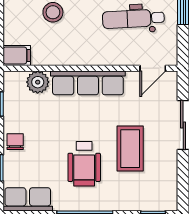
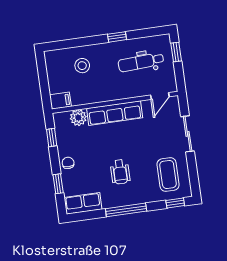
coffee table: (130, 149) -> (168, 174), moved
wheelchair: (84, 164) -> (120, 172), width x0.73, depth x0.73

